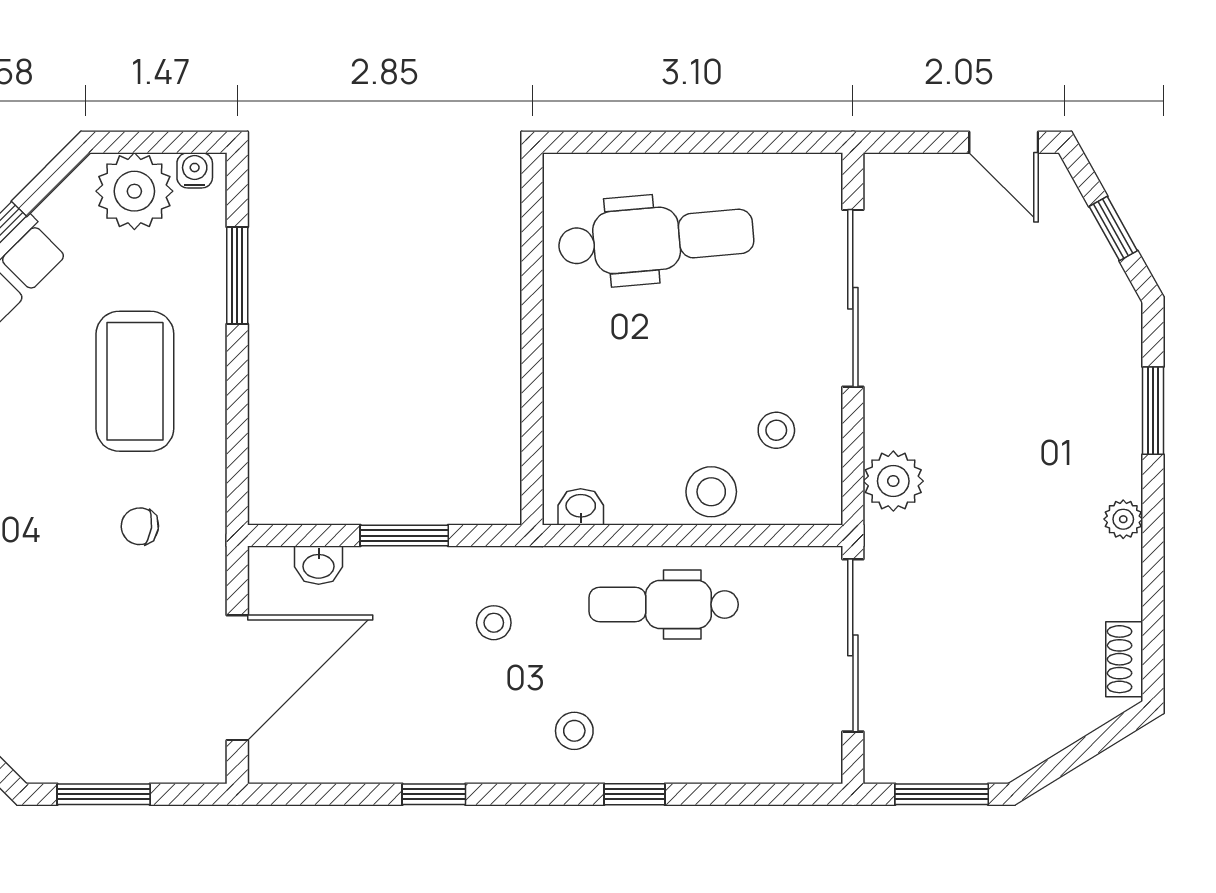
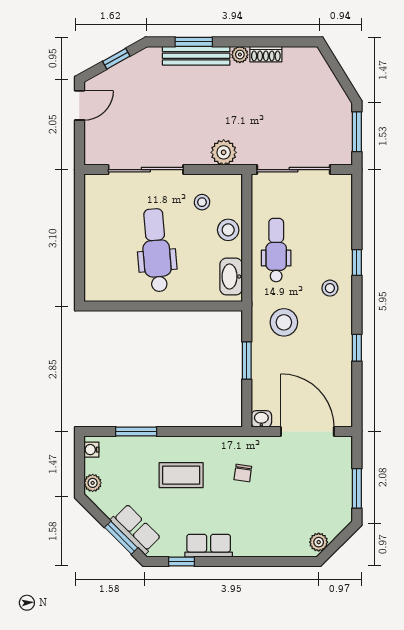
plant: (134, 191) -> (93, 483), width x0.53, depth x0.53
dental chair: (656, 239) -> (156, 250), moved
coffee table: (135, 381) -> (181, 475), width x0.73, depth x0.76
bench: (1120, 416) -> (196, 56), added
washbasin: (581, 507) -> (231, 277), width x1.91, depth x1.45
washbasin: (319, 565) -> (261, 419), moved, turned -90
dental chair: (664, 604) -> (276, 250), turned 180
stool: (494, 623) -> (284, 322), width x1.89, depth x1.89
shoe rack: (1124, 659) -> (266, 54), moved

